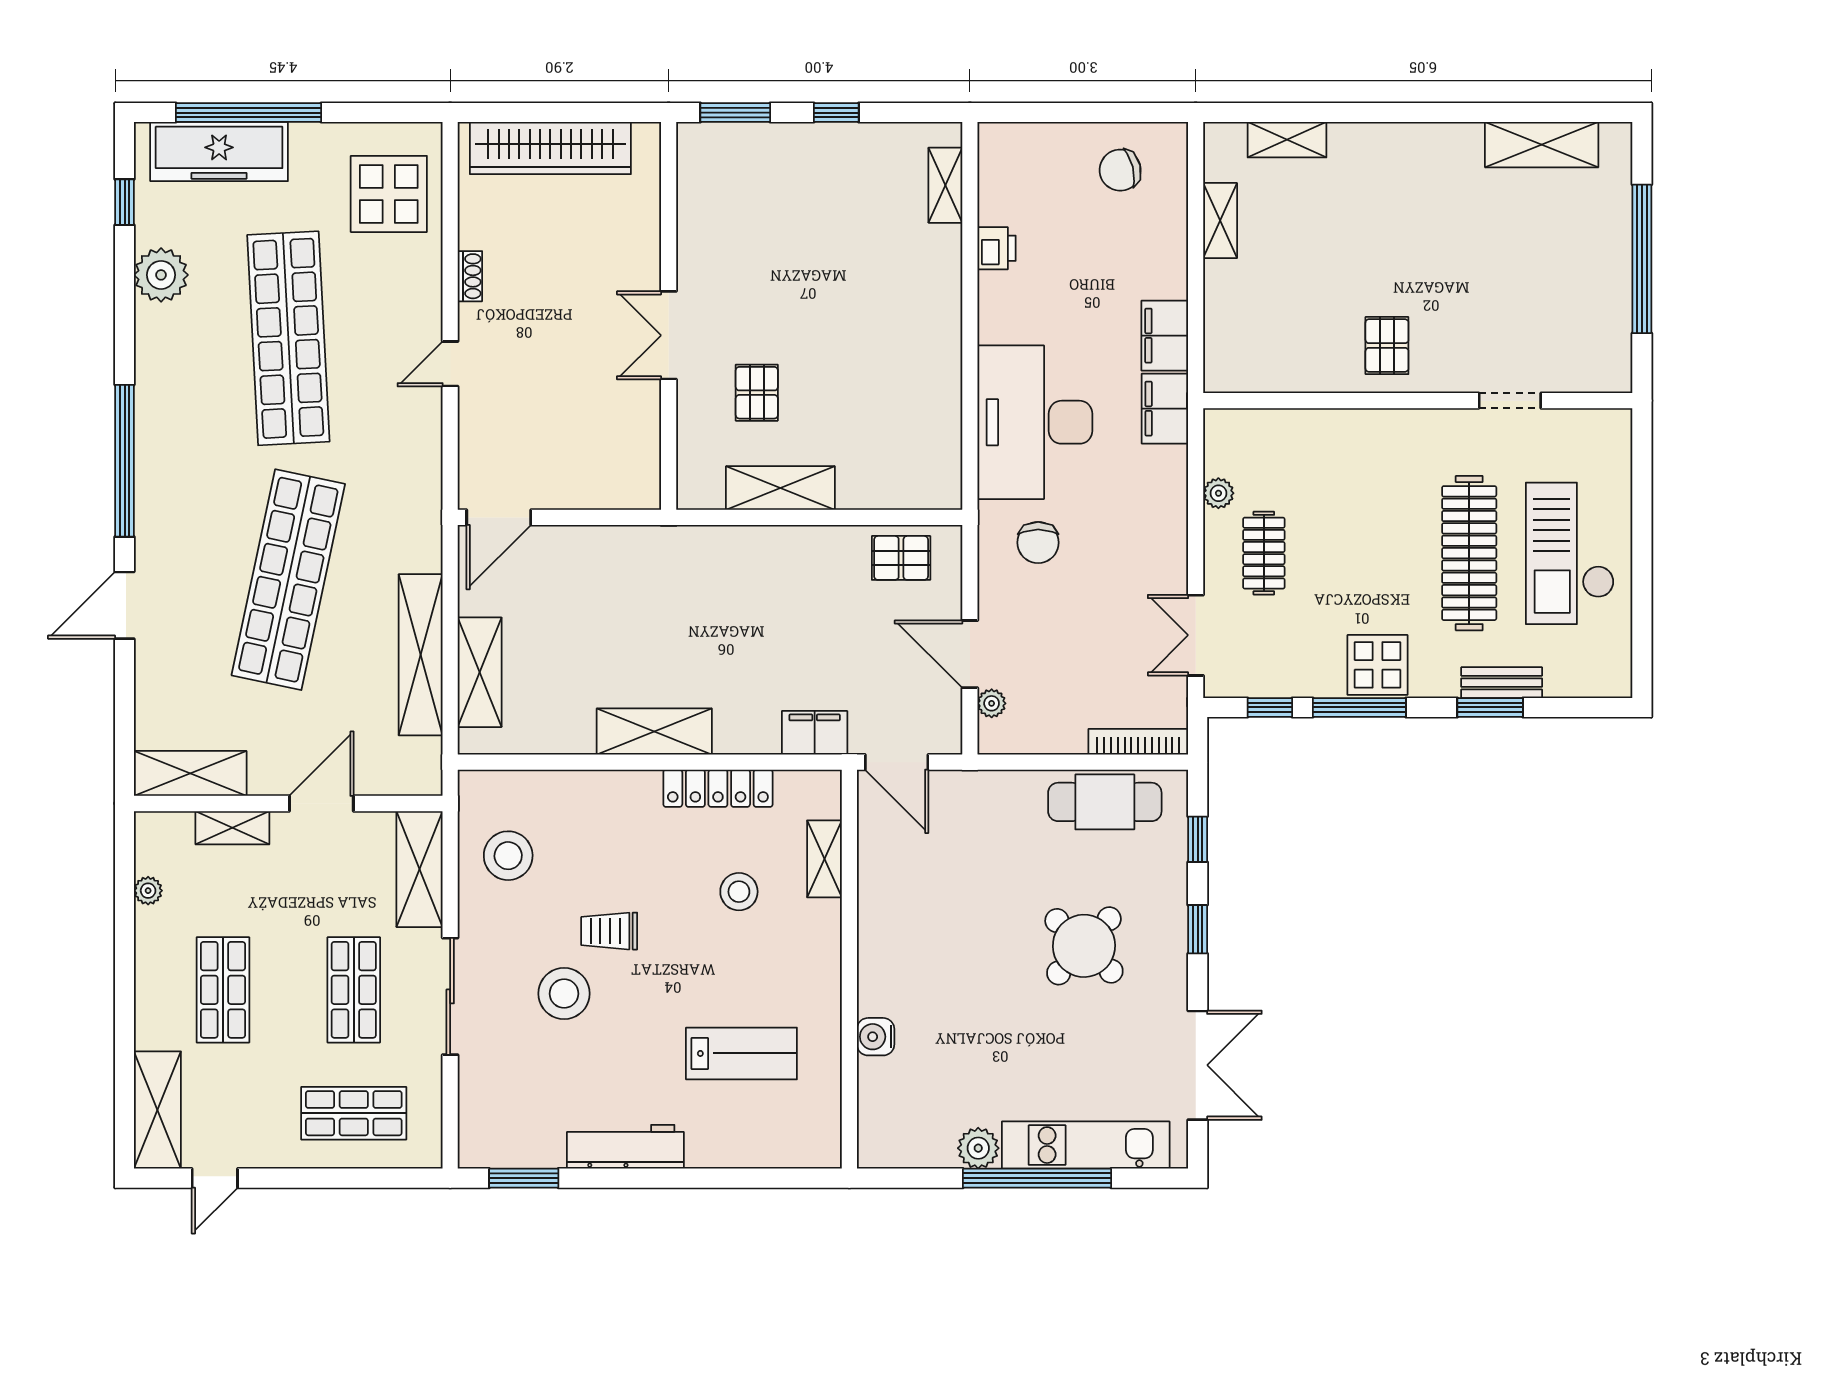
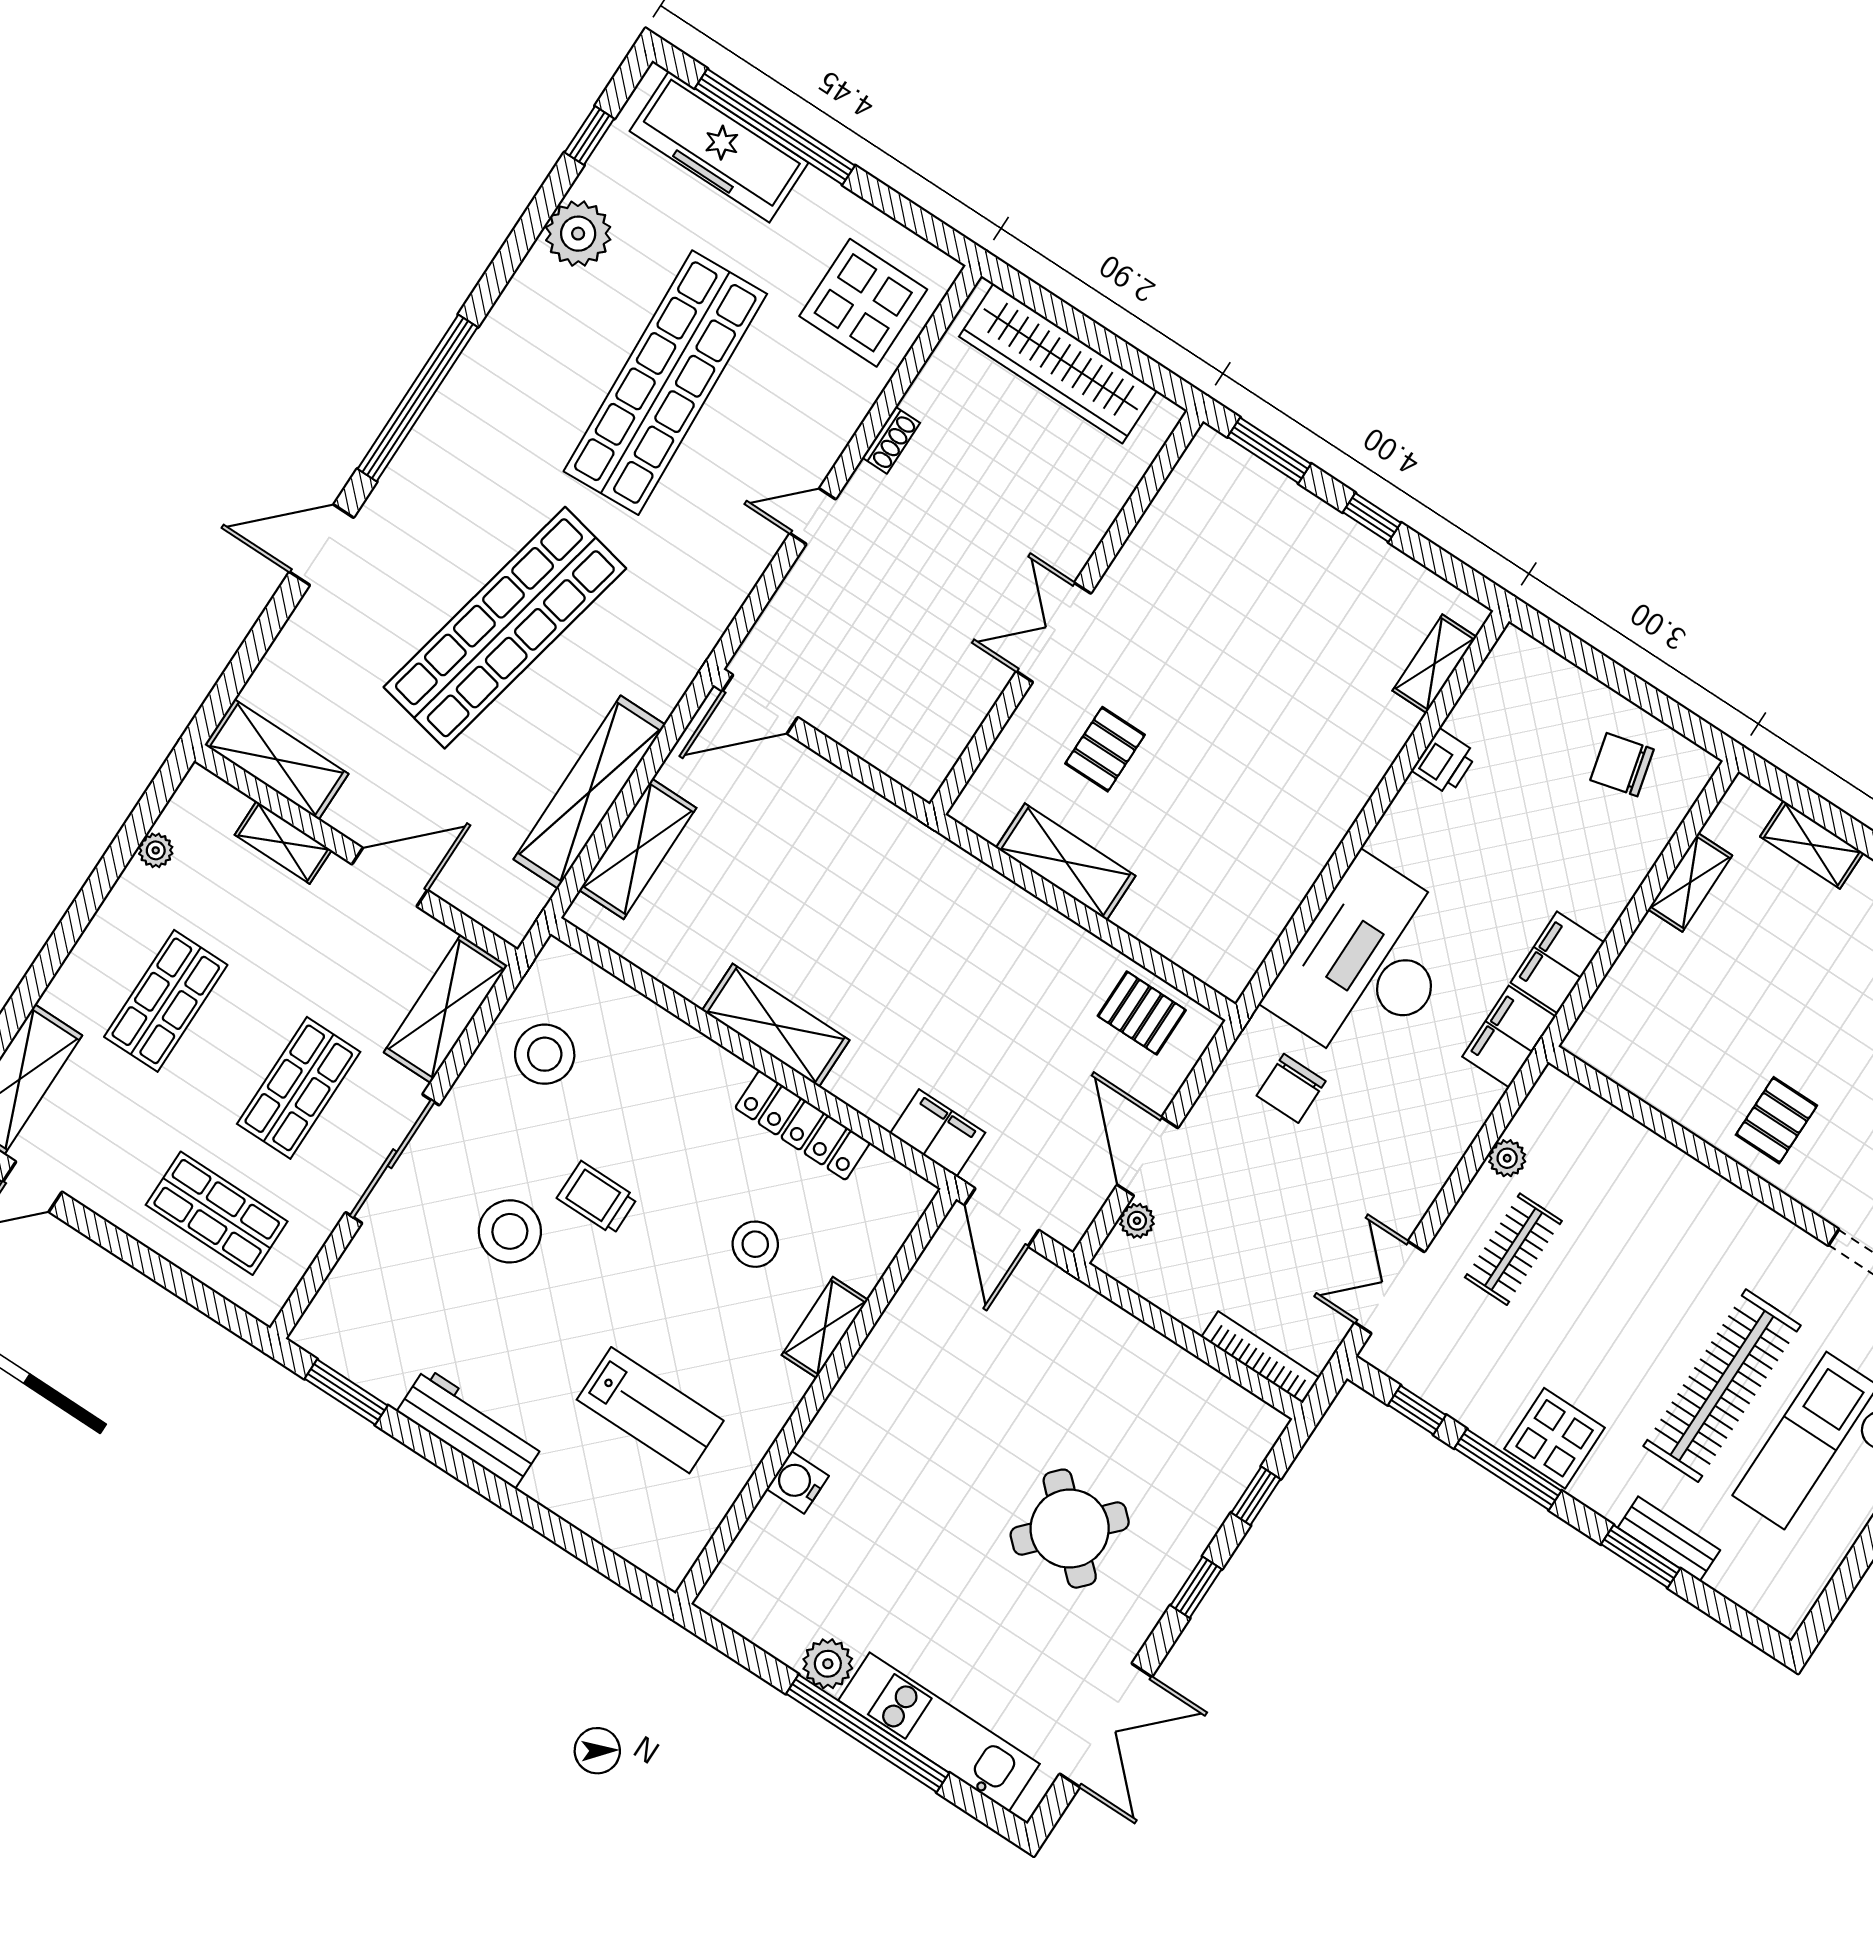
cafe table: (1105, 802) -> (1186, 1396), removed
shelving: (824, 859) -> (825, 1327), moved

